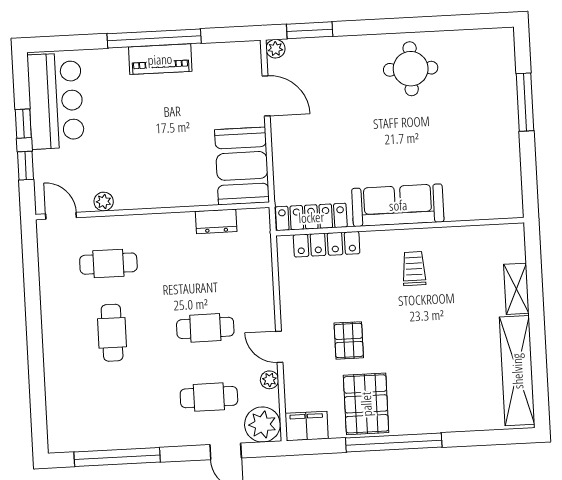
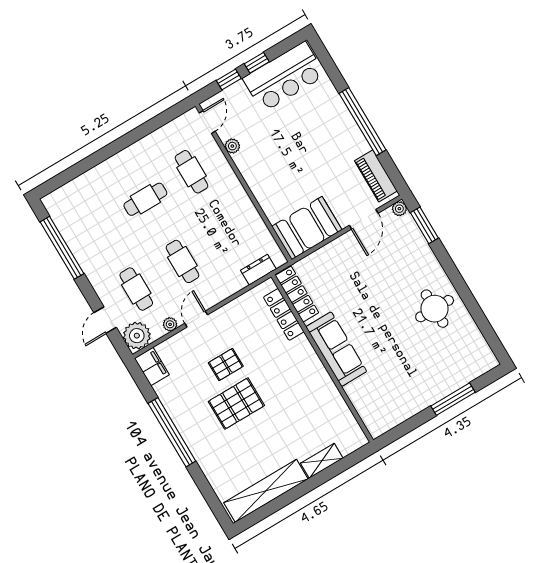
piano: (160, 59) -> (376, 176), moved
dresser: (216, 221) -> (258, 270), moved, turned 90
trolley: (414, 269) -> (299, 383), removed
pallet: (366, 404) -> (236, 404), moved

